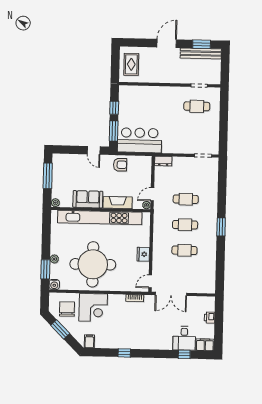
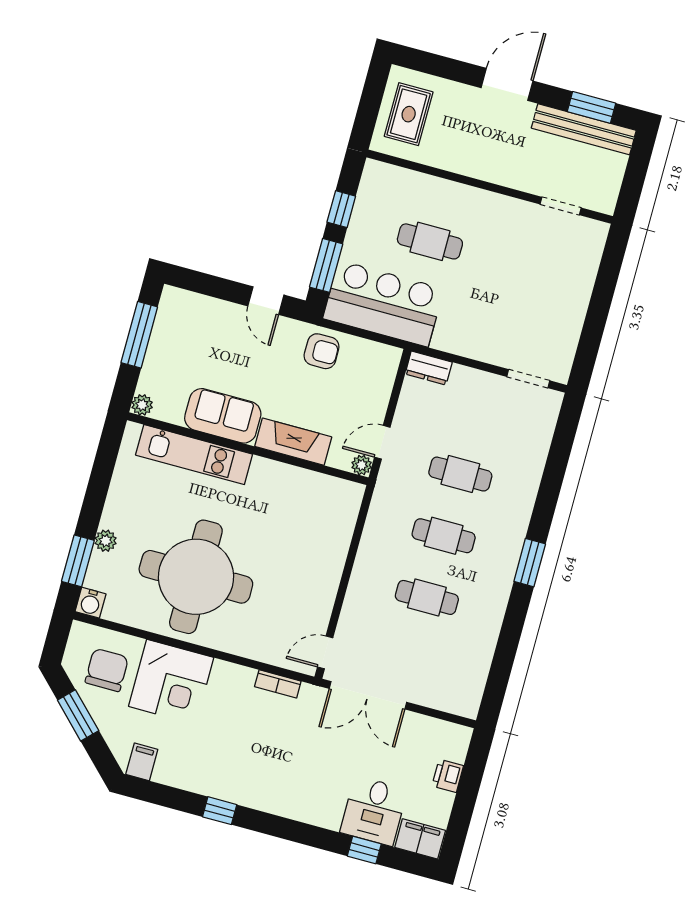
cafe table: (197, 106) -> (430, 241), moved
kitchen unit: (100, 218) -> (194, 455), width x0.54
fridge: (143, 254) -> (325, 582), removed

